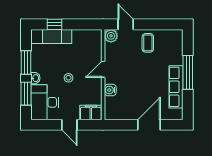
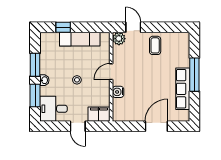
exam couch: (51, 36) -> (80, 39), moved
desk: (45, 102) -> (53, 109), width x0.73

